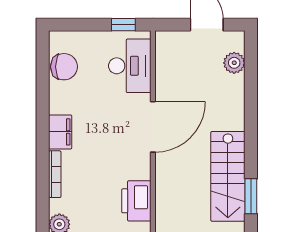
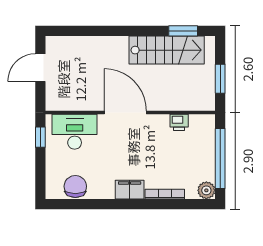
plant: (234, 63) -> (72, 45), removed
printer: (136, 201) -> (179, 122), width x0.53, depth x0.68

